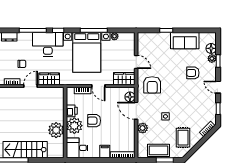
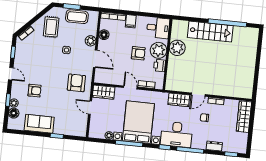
floor lamp: (130, 97) -> (104, 35), moved

